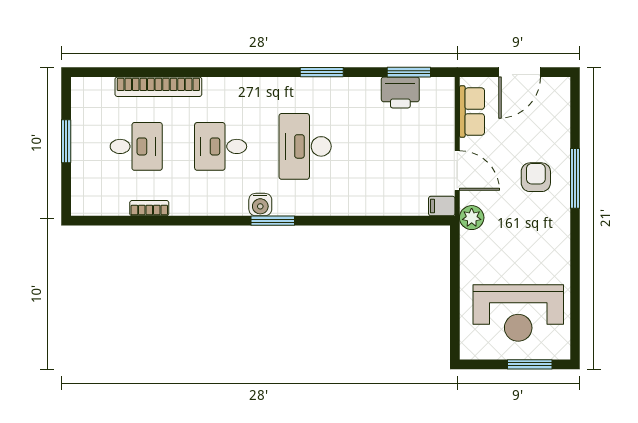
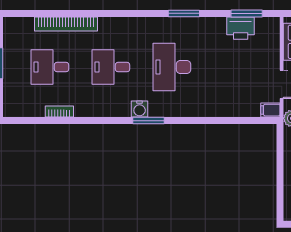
desk: (136, 146) -> (50, 67), turned 180

